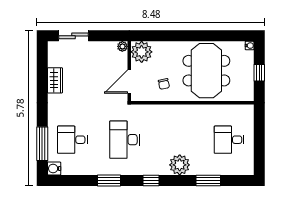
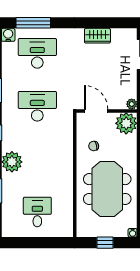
meeting table: (206, 71) -> (107, 189), turned 90
desk: (72, 140) -> (37, 53), width x1.37

